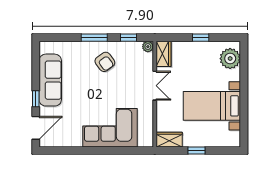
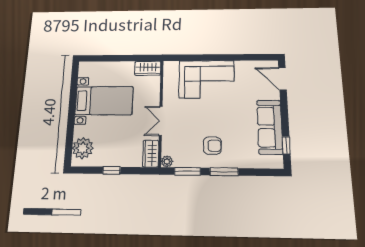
window: (129, 38) -> (187, 171), width x1.50
armchair: (105, 62) -> (212, 146), turned 126
window: (36, 99) -> (286, 145), moved
door: (36, 128) -> (282, 79), hinge flipped
window: (196, 151) -> (122, 58), removed

